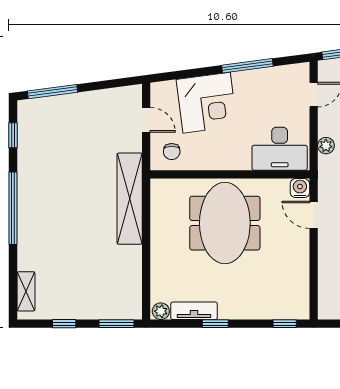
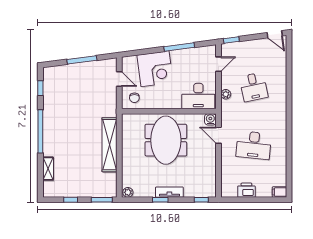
window: (52, 92) -> (82, 60), moved
shelving: (130, 199) -> (109, 145), moved
shelving: (26, 291) -> (48, 169), moved
tv unit: (194, 311) -> (169, 192), moved

